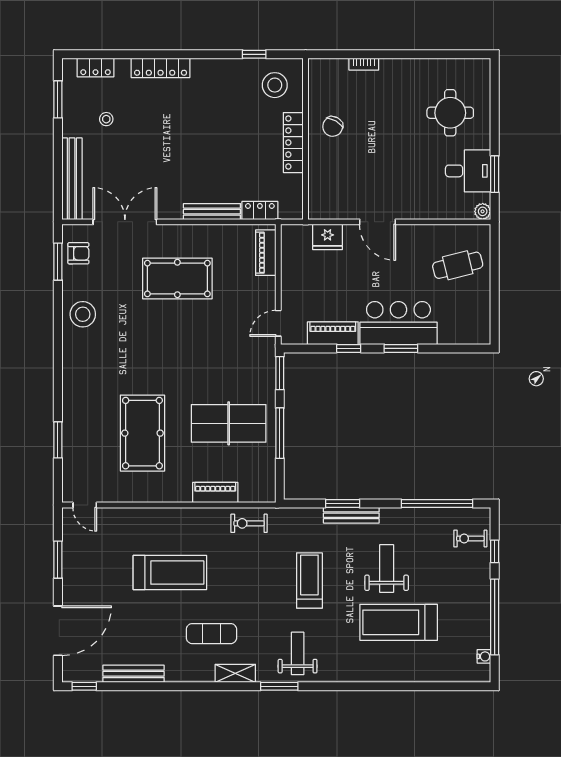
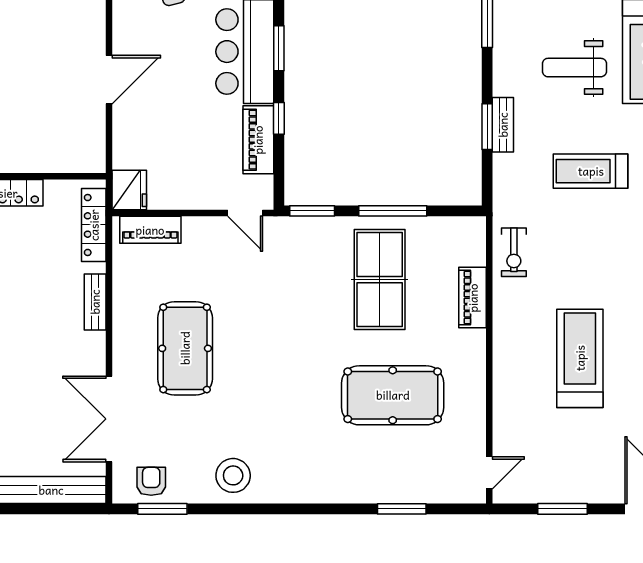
locker: (260, 210) -> (94, 225), width x1.53
bench: (212, 212) -> (95, 302), width x0.73
fridge: (328, 237) -> (129, 190), moved
bench: (351, 515) -> (503, 125), width x0.73

